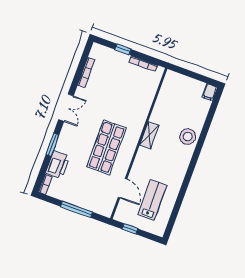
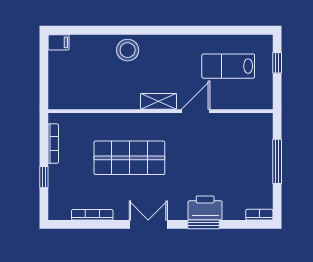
shelving: (149, 135) -> (158, 101), moved
shop shelf: (107, 147) -> (129, 158), moved
printer: (58, 165) -> (205, 208), moved
door: (122, 188) -> (196, 111), moved
window: (130, 229) -> (277, 63), moved

